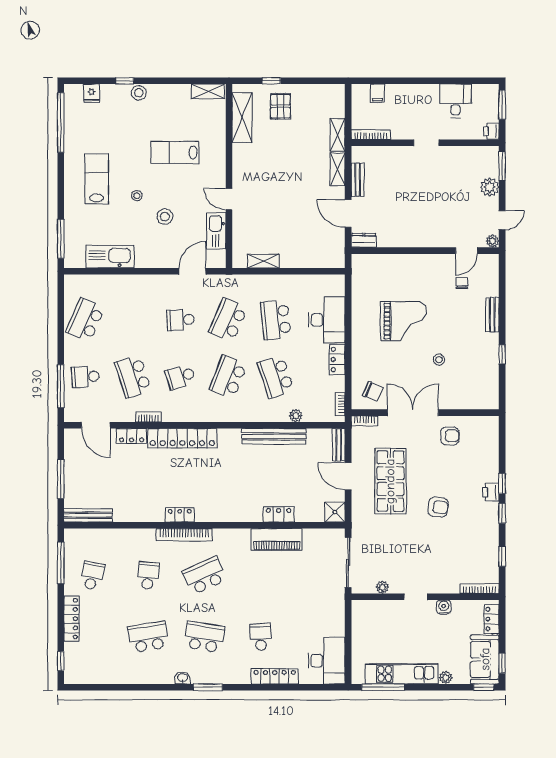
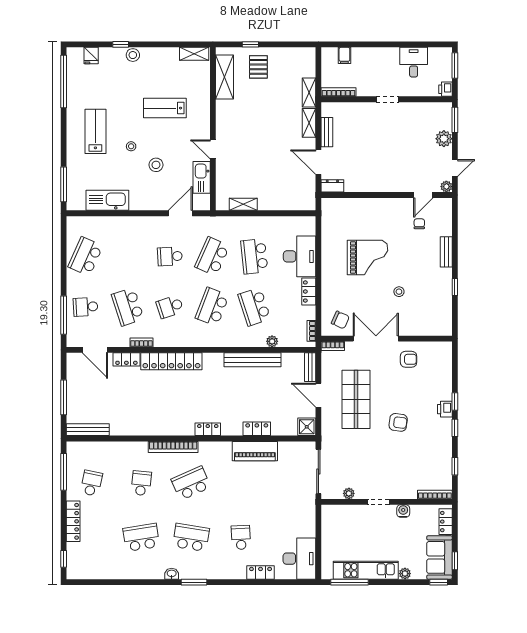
locker: (180, 515) -> (208, 429), moved
locker: (275, 676) -> (261, 572), width x0.66

